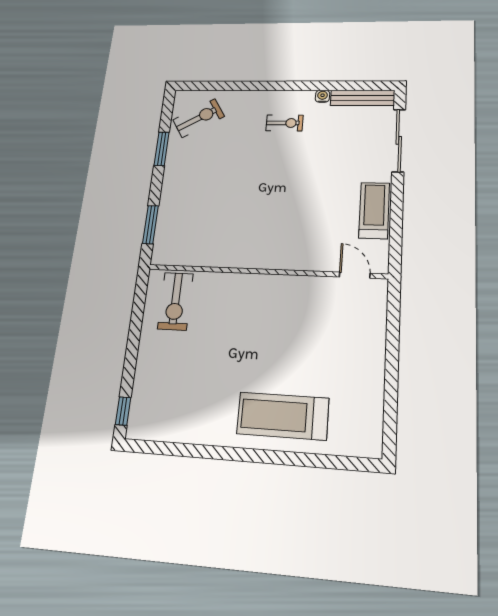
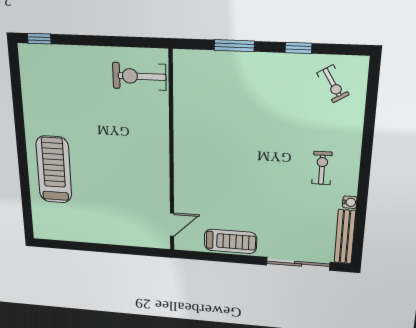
exercise bike: (199, 118) -> (333, 84), width x0.73, depth x0.72
exercise bike: (285, 123) -> (322, 168), turned 180
window: (162, 149) -> (299, 48), width x0.67
window: (150, 225) -> (234, 46), moved

